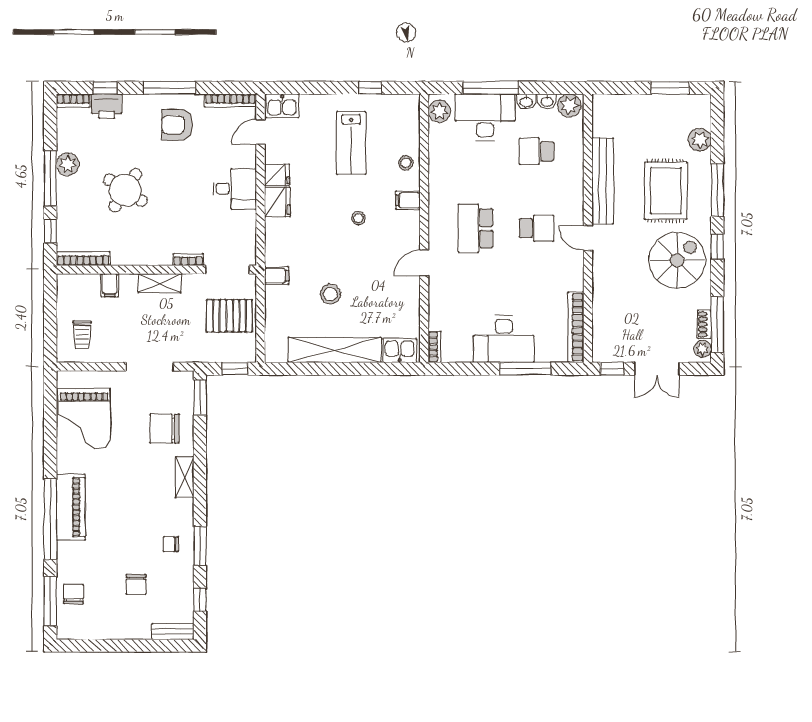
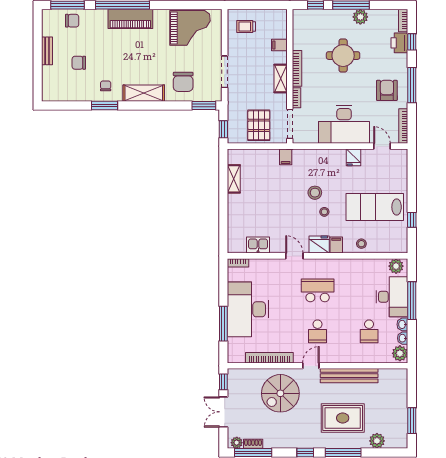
kitchen sink: (282, 106) -> (400, 161), removed
lab bench: (351, 143) -> (375, 207), width x1.36, depth x1.39
school desk: (537, 151) -> (369, 331), turned 180
desk: (235, 189) -> (344, 124), width x1.87, depth x1.30
round table: (125, 190) -> (343, 56), turned -33
fridge: (277, 202) -> (319, 245), moved, turned 180
bookcase: (83, 259) -> (297, 68), moved
spiral stairs: (677, 260) -> (280, 393), moved, turned 90
stool: (330, 294) -> (315, 193), moved
bookcase: (576, 327) -> (269, 358), moved
desk: (504, 339) -> (248, 309), width x1.36, depth x1.30
shelving: (335, 350) -> (234, 179), width x0.45, depth x0.75
kitchen sink: (400, 350) -> (258, 245), moved, turned -90
grand piano: (84, 418) -> (190, 28), turned 180
chair: (164, 429) -> (183, 82), turned 180
shelving: (185, 477) -> (144, 93), width x1.50, depth x1.33
window: (200, 600) -> (68, 105), removed
bench: (173, 632) -> (47, 51), moved

